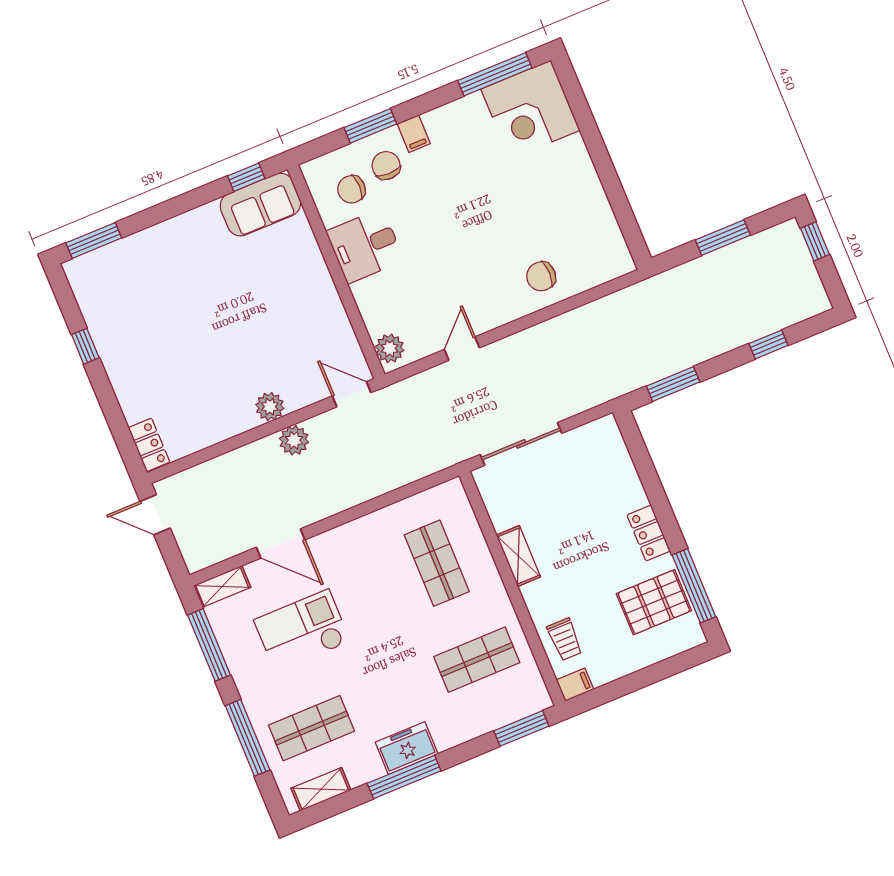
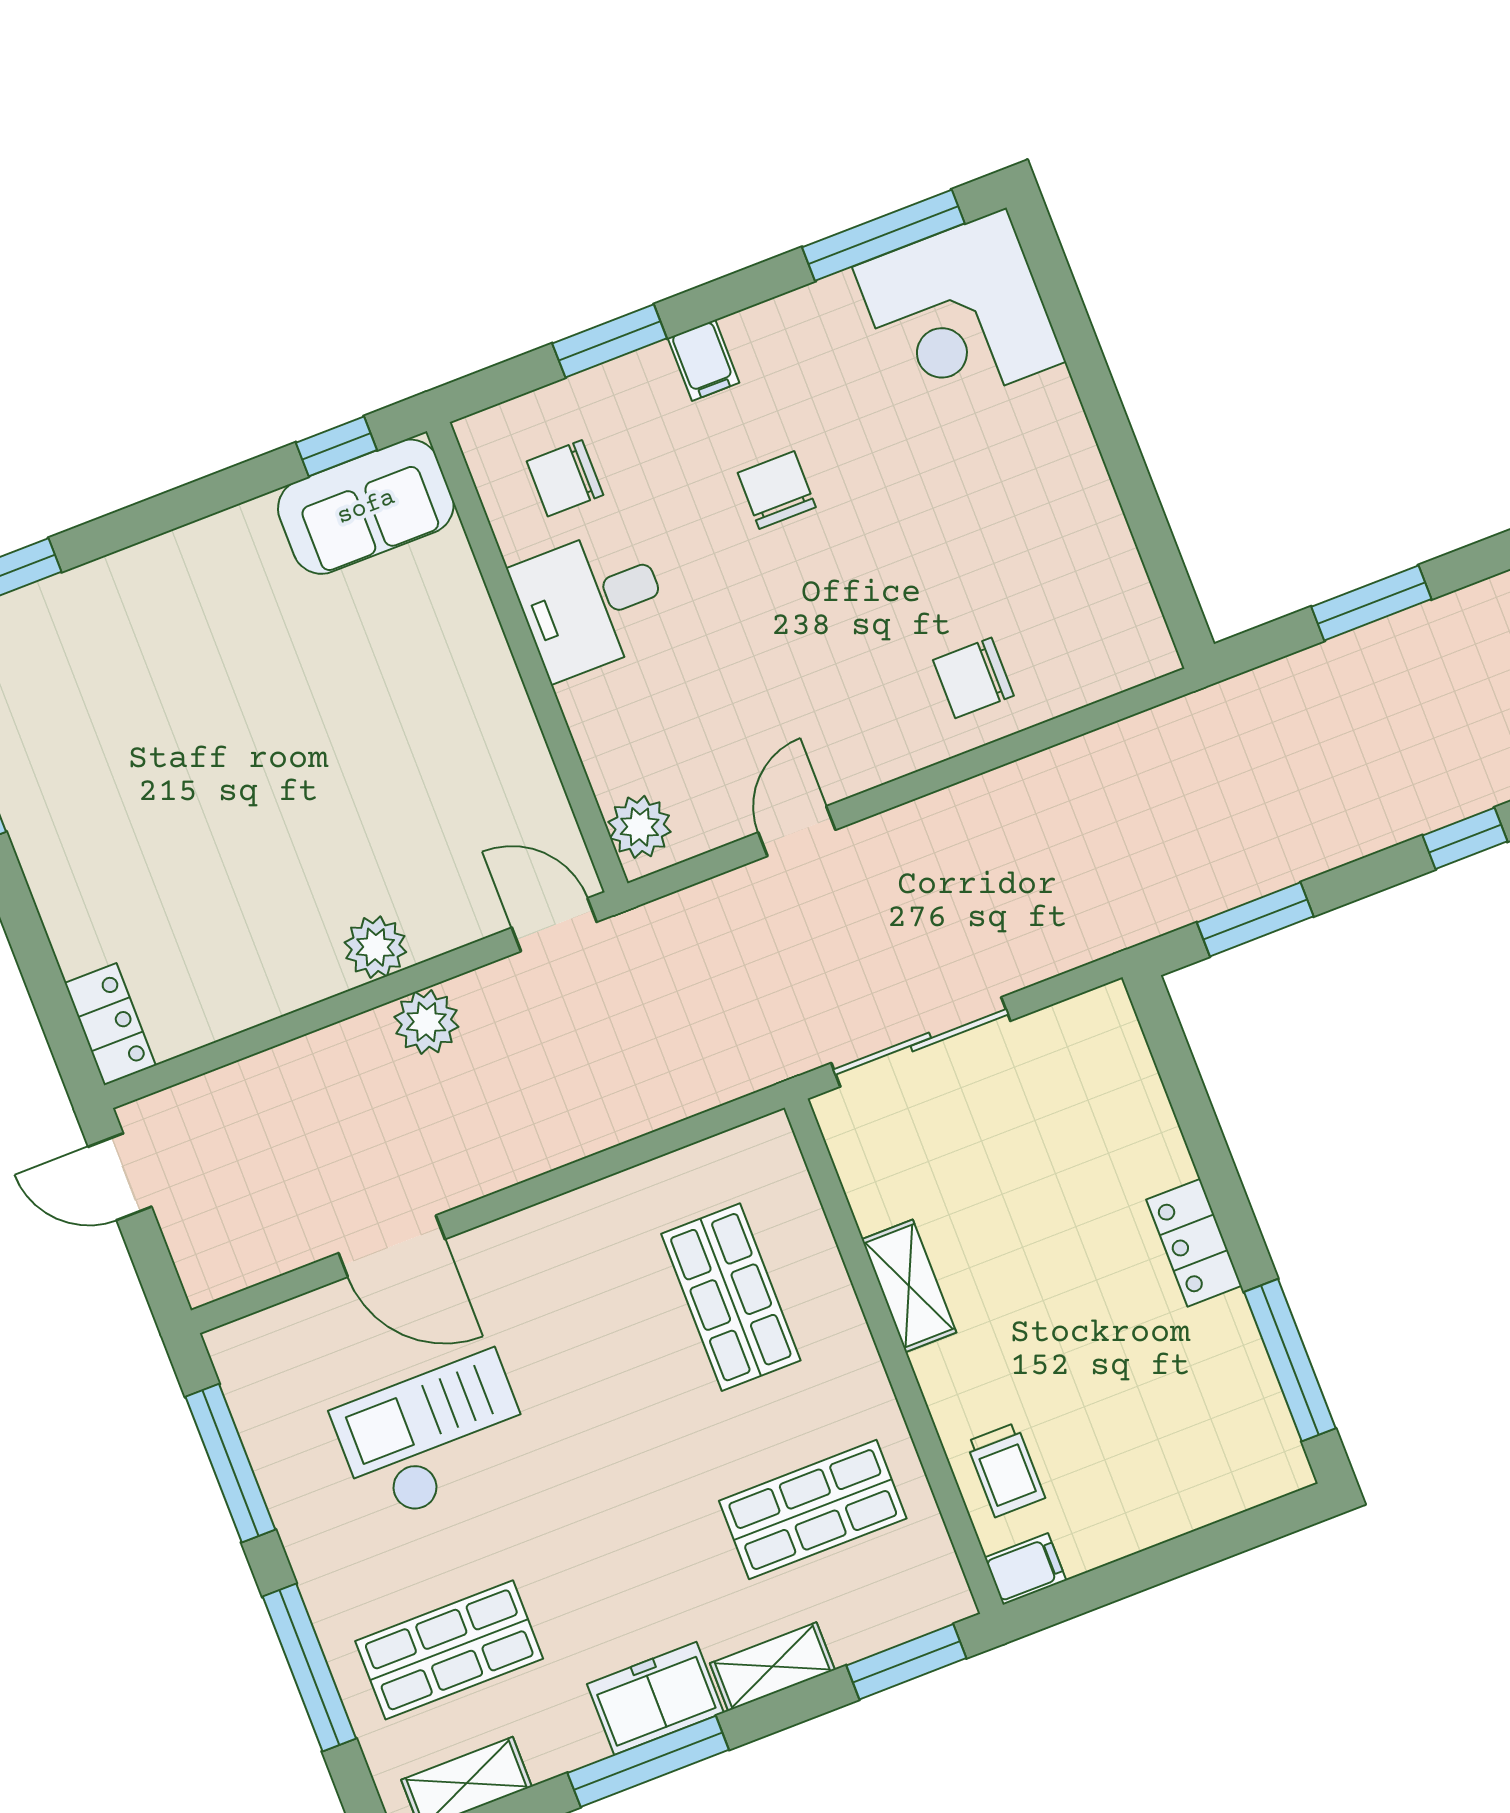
chair: (386, 166) -> (777, 490), moved
shelving: (222, 586) -> (772, 1667), moved
pallet: (654, 602) -> (1202, 1394), removed

